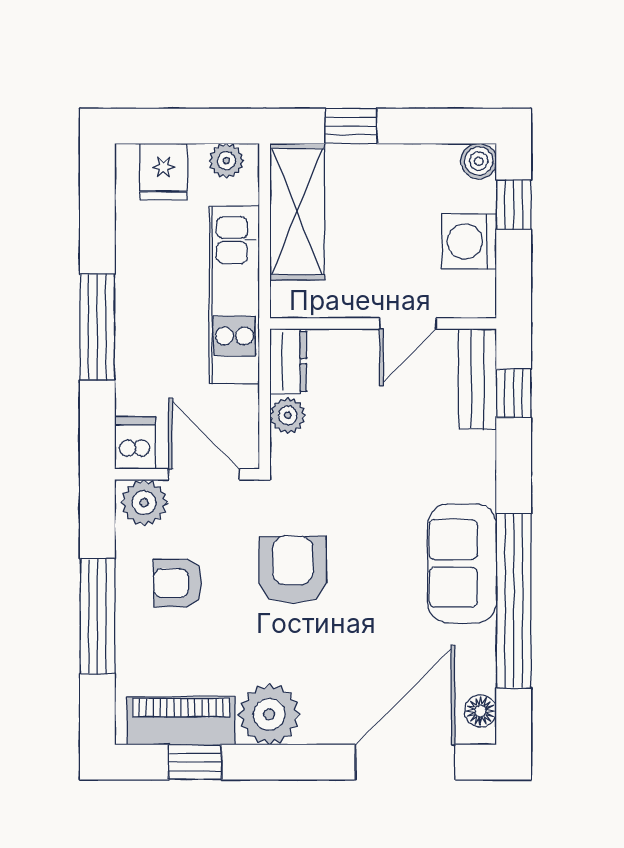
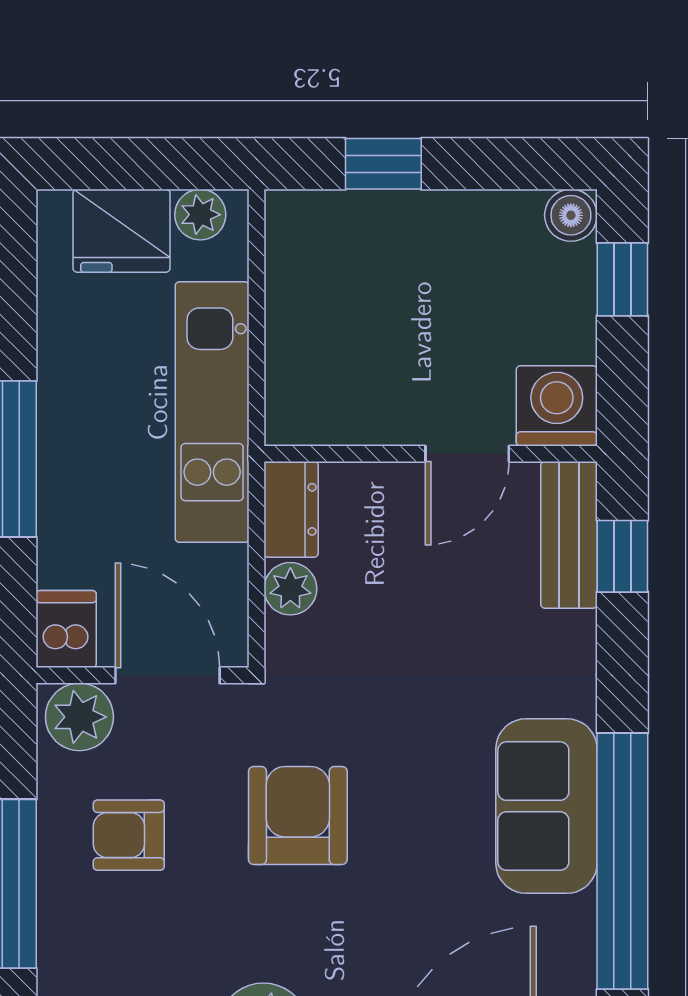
fridge: (164, 172) -> (121, 231), width x1.38
shelving: (297, 212) -> (304, 289), removed
washing machine: (469, 241) -> (557, 406), moved, turned 90

